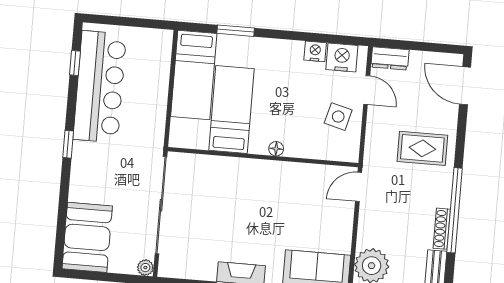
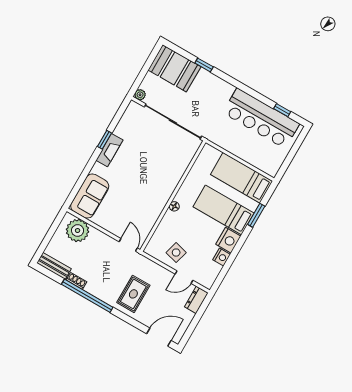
nightstand: (342, 58) -> (228, 240), moved
bed: (231, 110) -> (224, 210), moved, turned 180
window: (68, 144) -> (204, 65), moved
shoe rack: (442, 229) -> (76, 281), width x0.70

